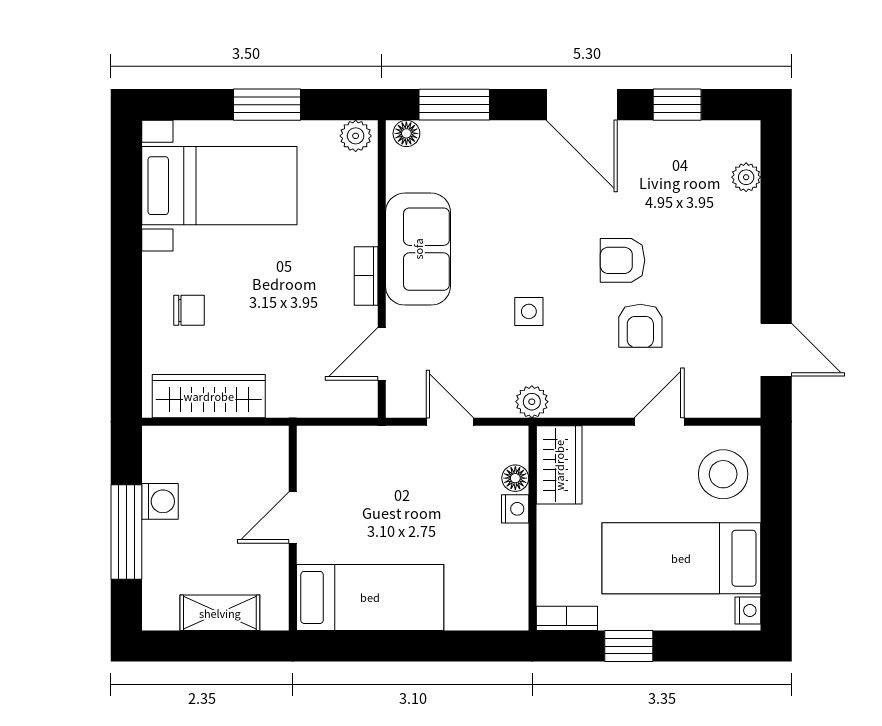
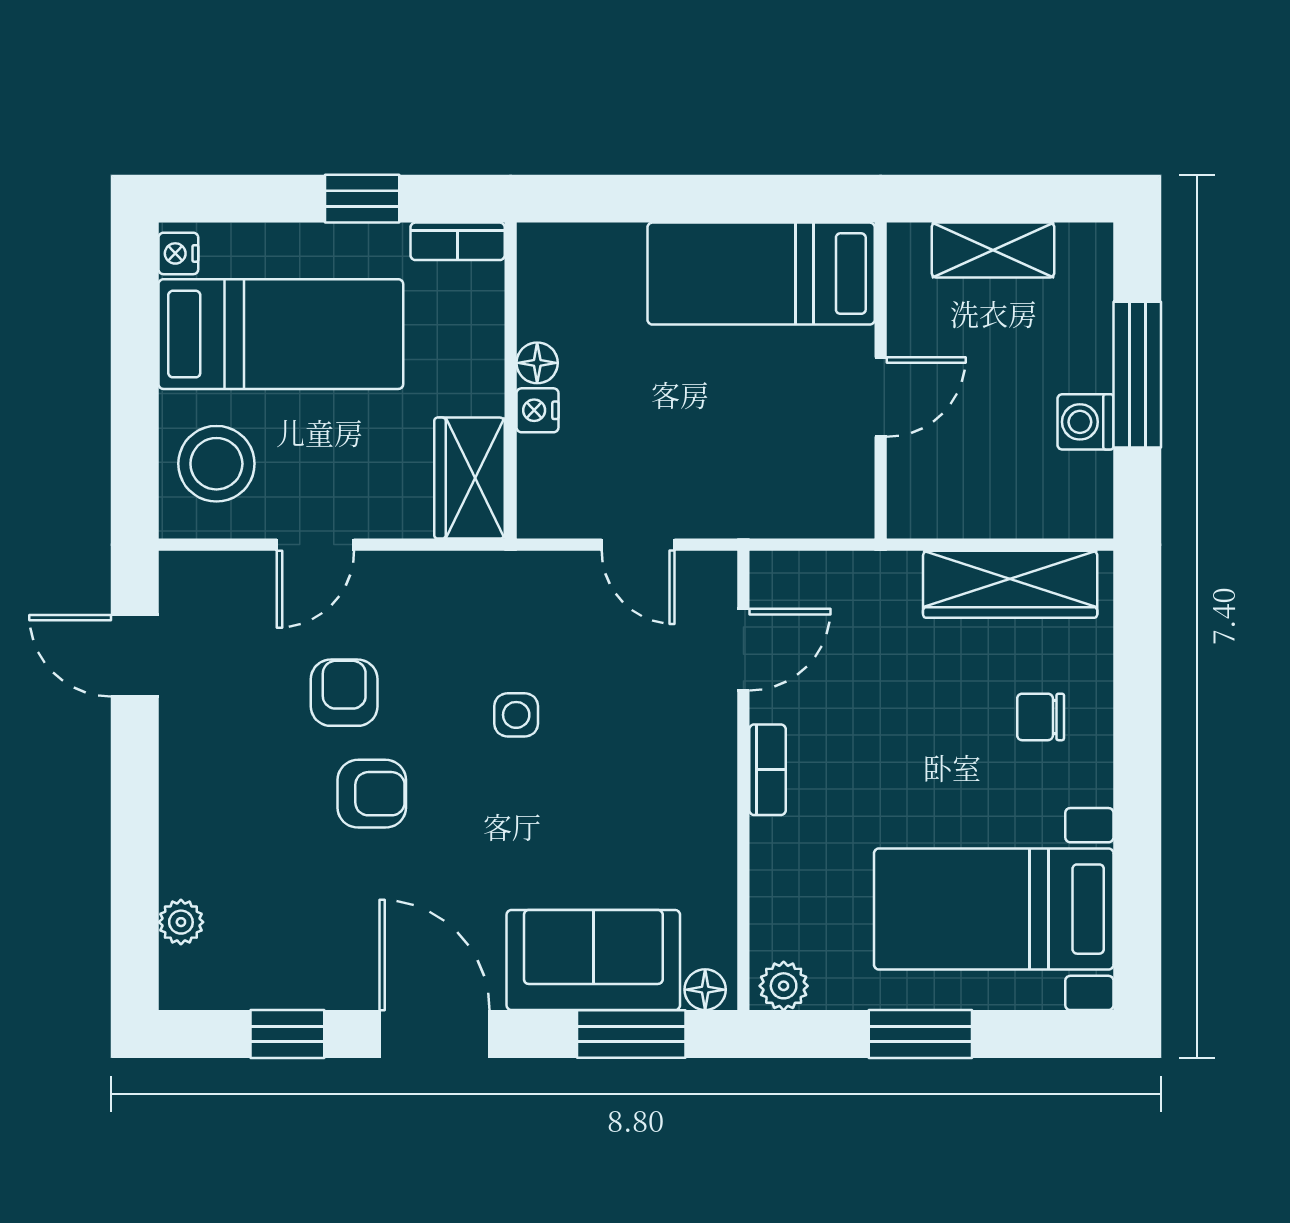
sofa: (418, 249) -> (593, 960), moved, turned 90
plant: (532, 402) -> (512, 576), removed
floor lamp: (515, 478) -> (537, 363), moved

